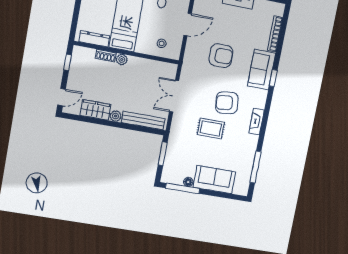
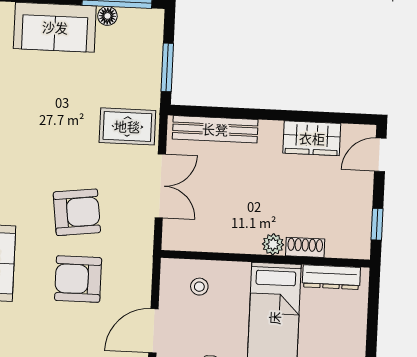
armchair: (227, 103) -> (77, 212), moved
plant: (116, 116) -> (271, 131), removed
rug: (211, 128) -> (127, 126), moved

